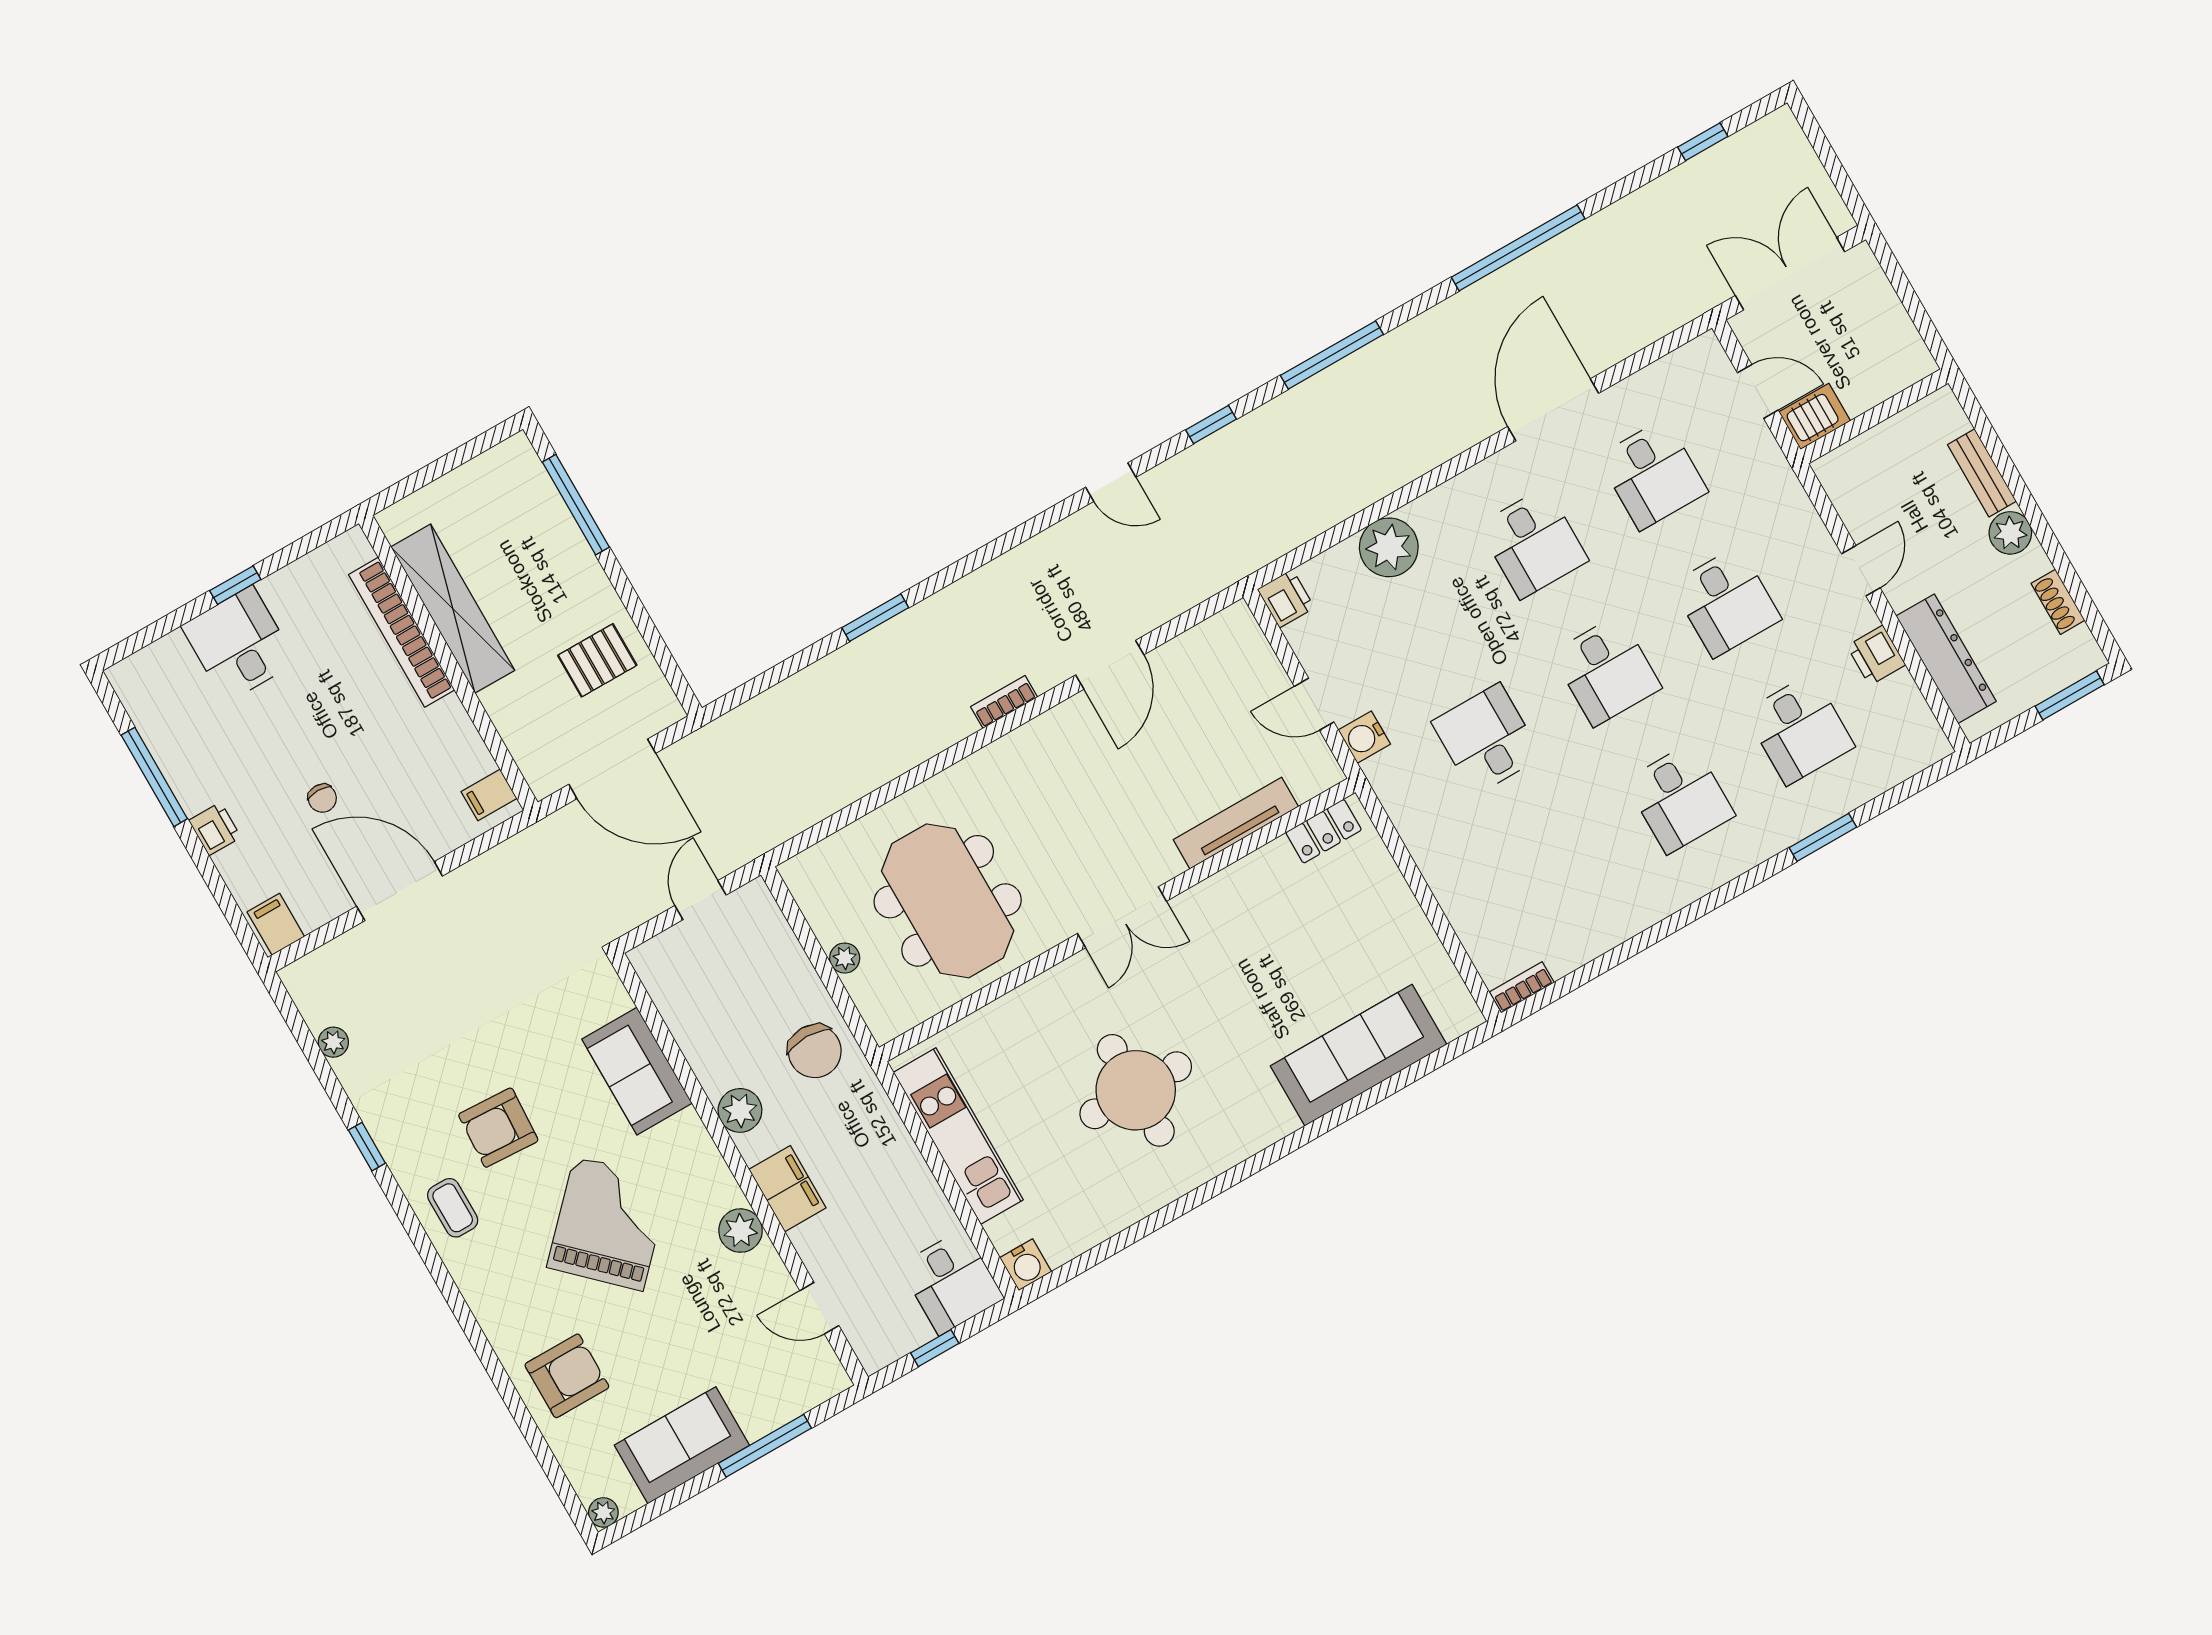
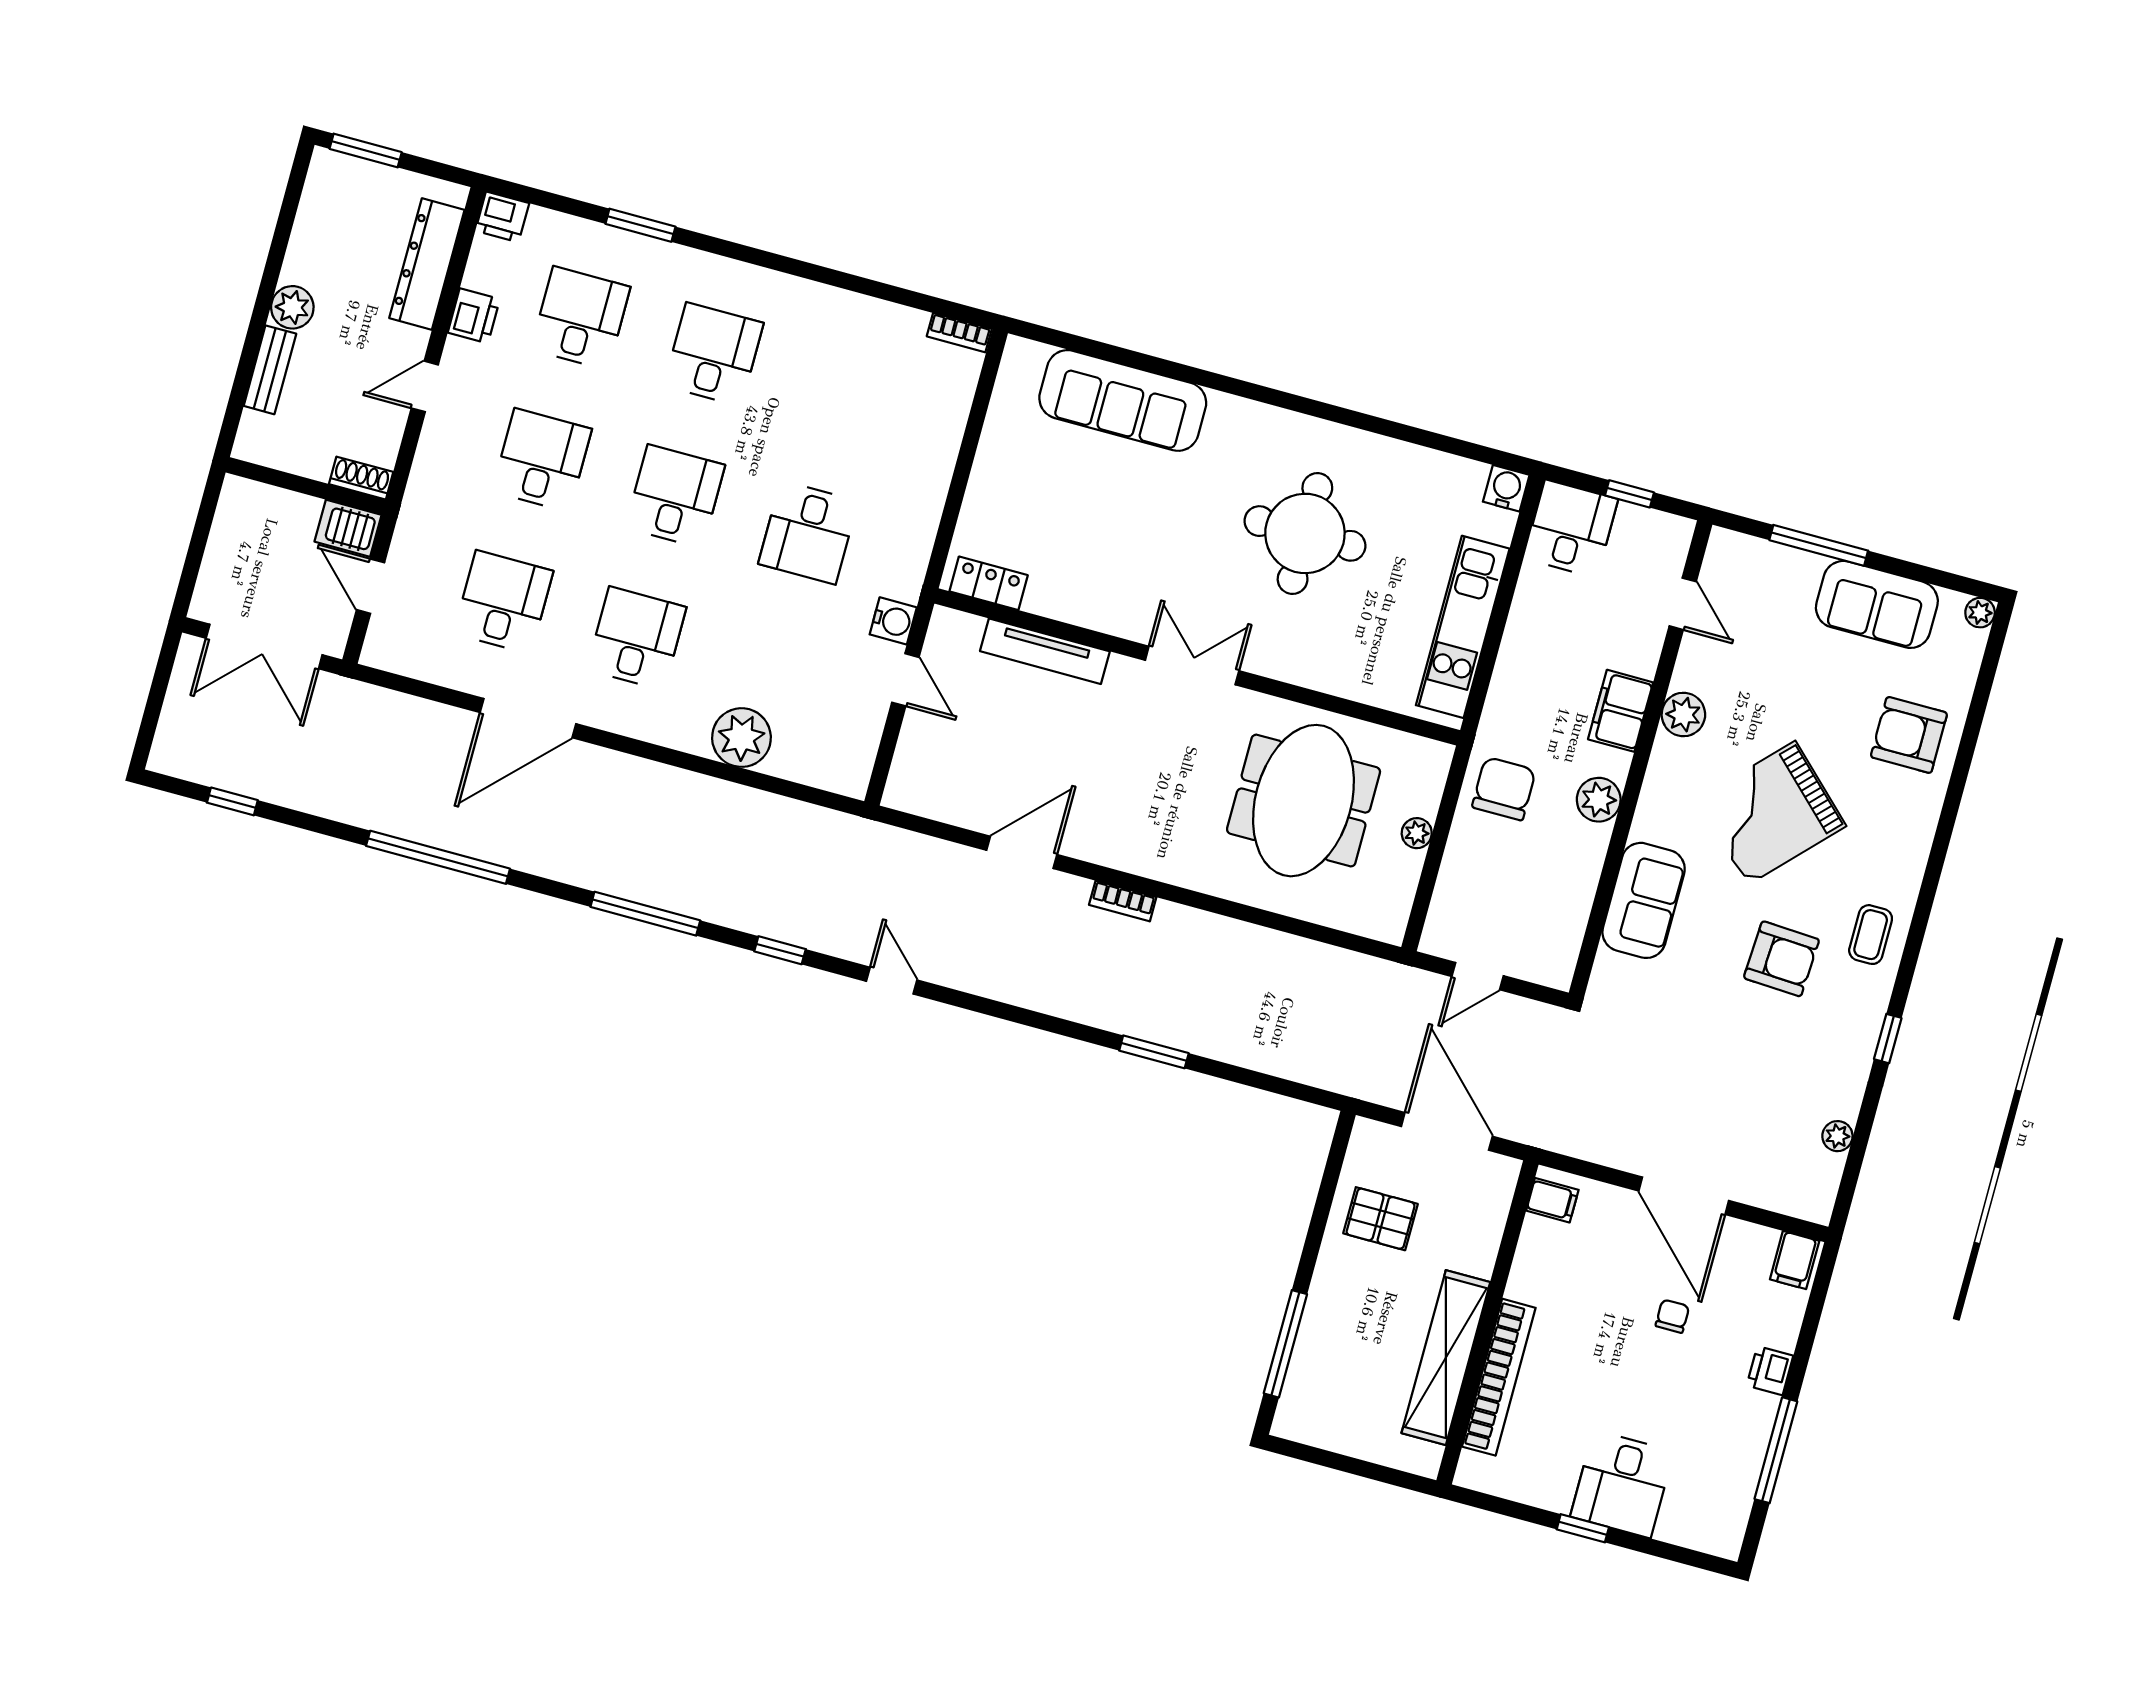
printer: (1286, 599) -> (502, 217), moved, turned -90
shoe rack: (2058, 602) -> (361, 478), moved, turned -90

